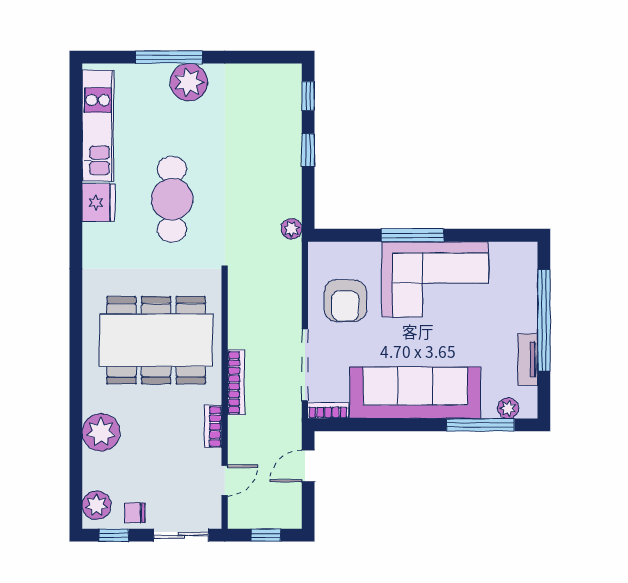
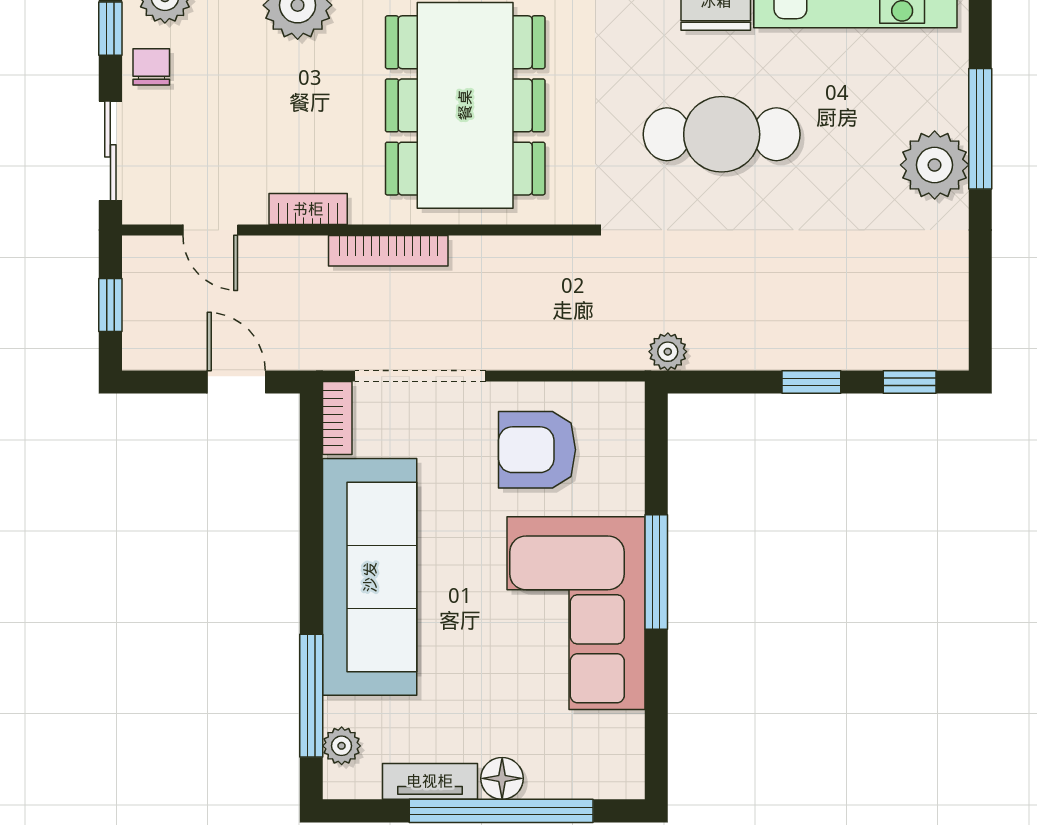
floor lamp: (526, 320) -> (502, 778), added

